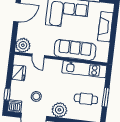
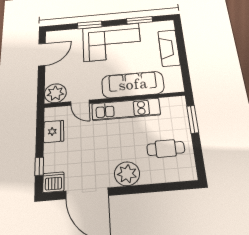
kitchen unit: (84, 69) -> (126, 109), moved
stool: (36, 96) -> (86, 160), removed
window: (106, 97) -> (193, 119), moved

